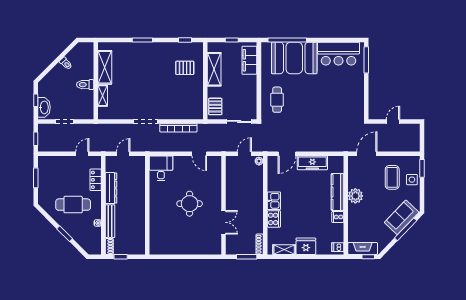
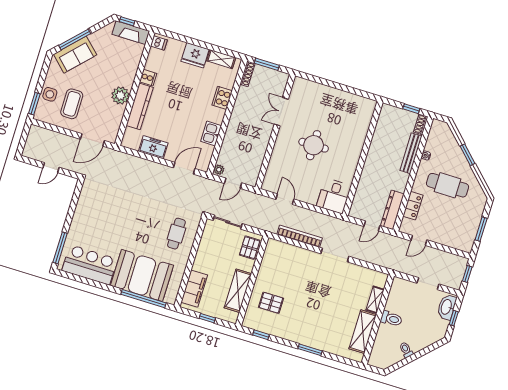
freezer: (312, 163) -> (153, 147), width x0.71
dresser: (111, 188) -> (392, 210), moved
kitchen sink: (274, 201) -> (211, 134), moved

